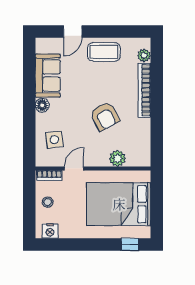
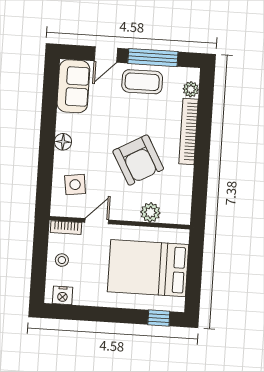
window: (111, 32) -> (153, 58), added
sofa: (48, 76) -> (73, 86), moved
armchair: (105, 116) -> (138, 160), width x1.36, depth x1.36

